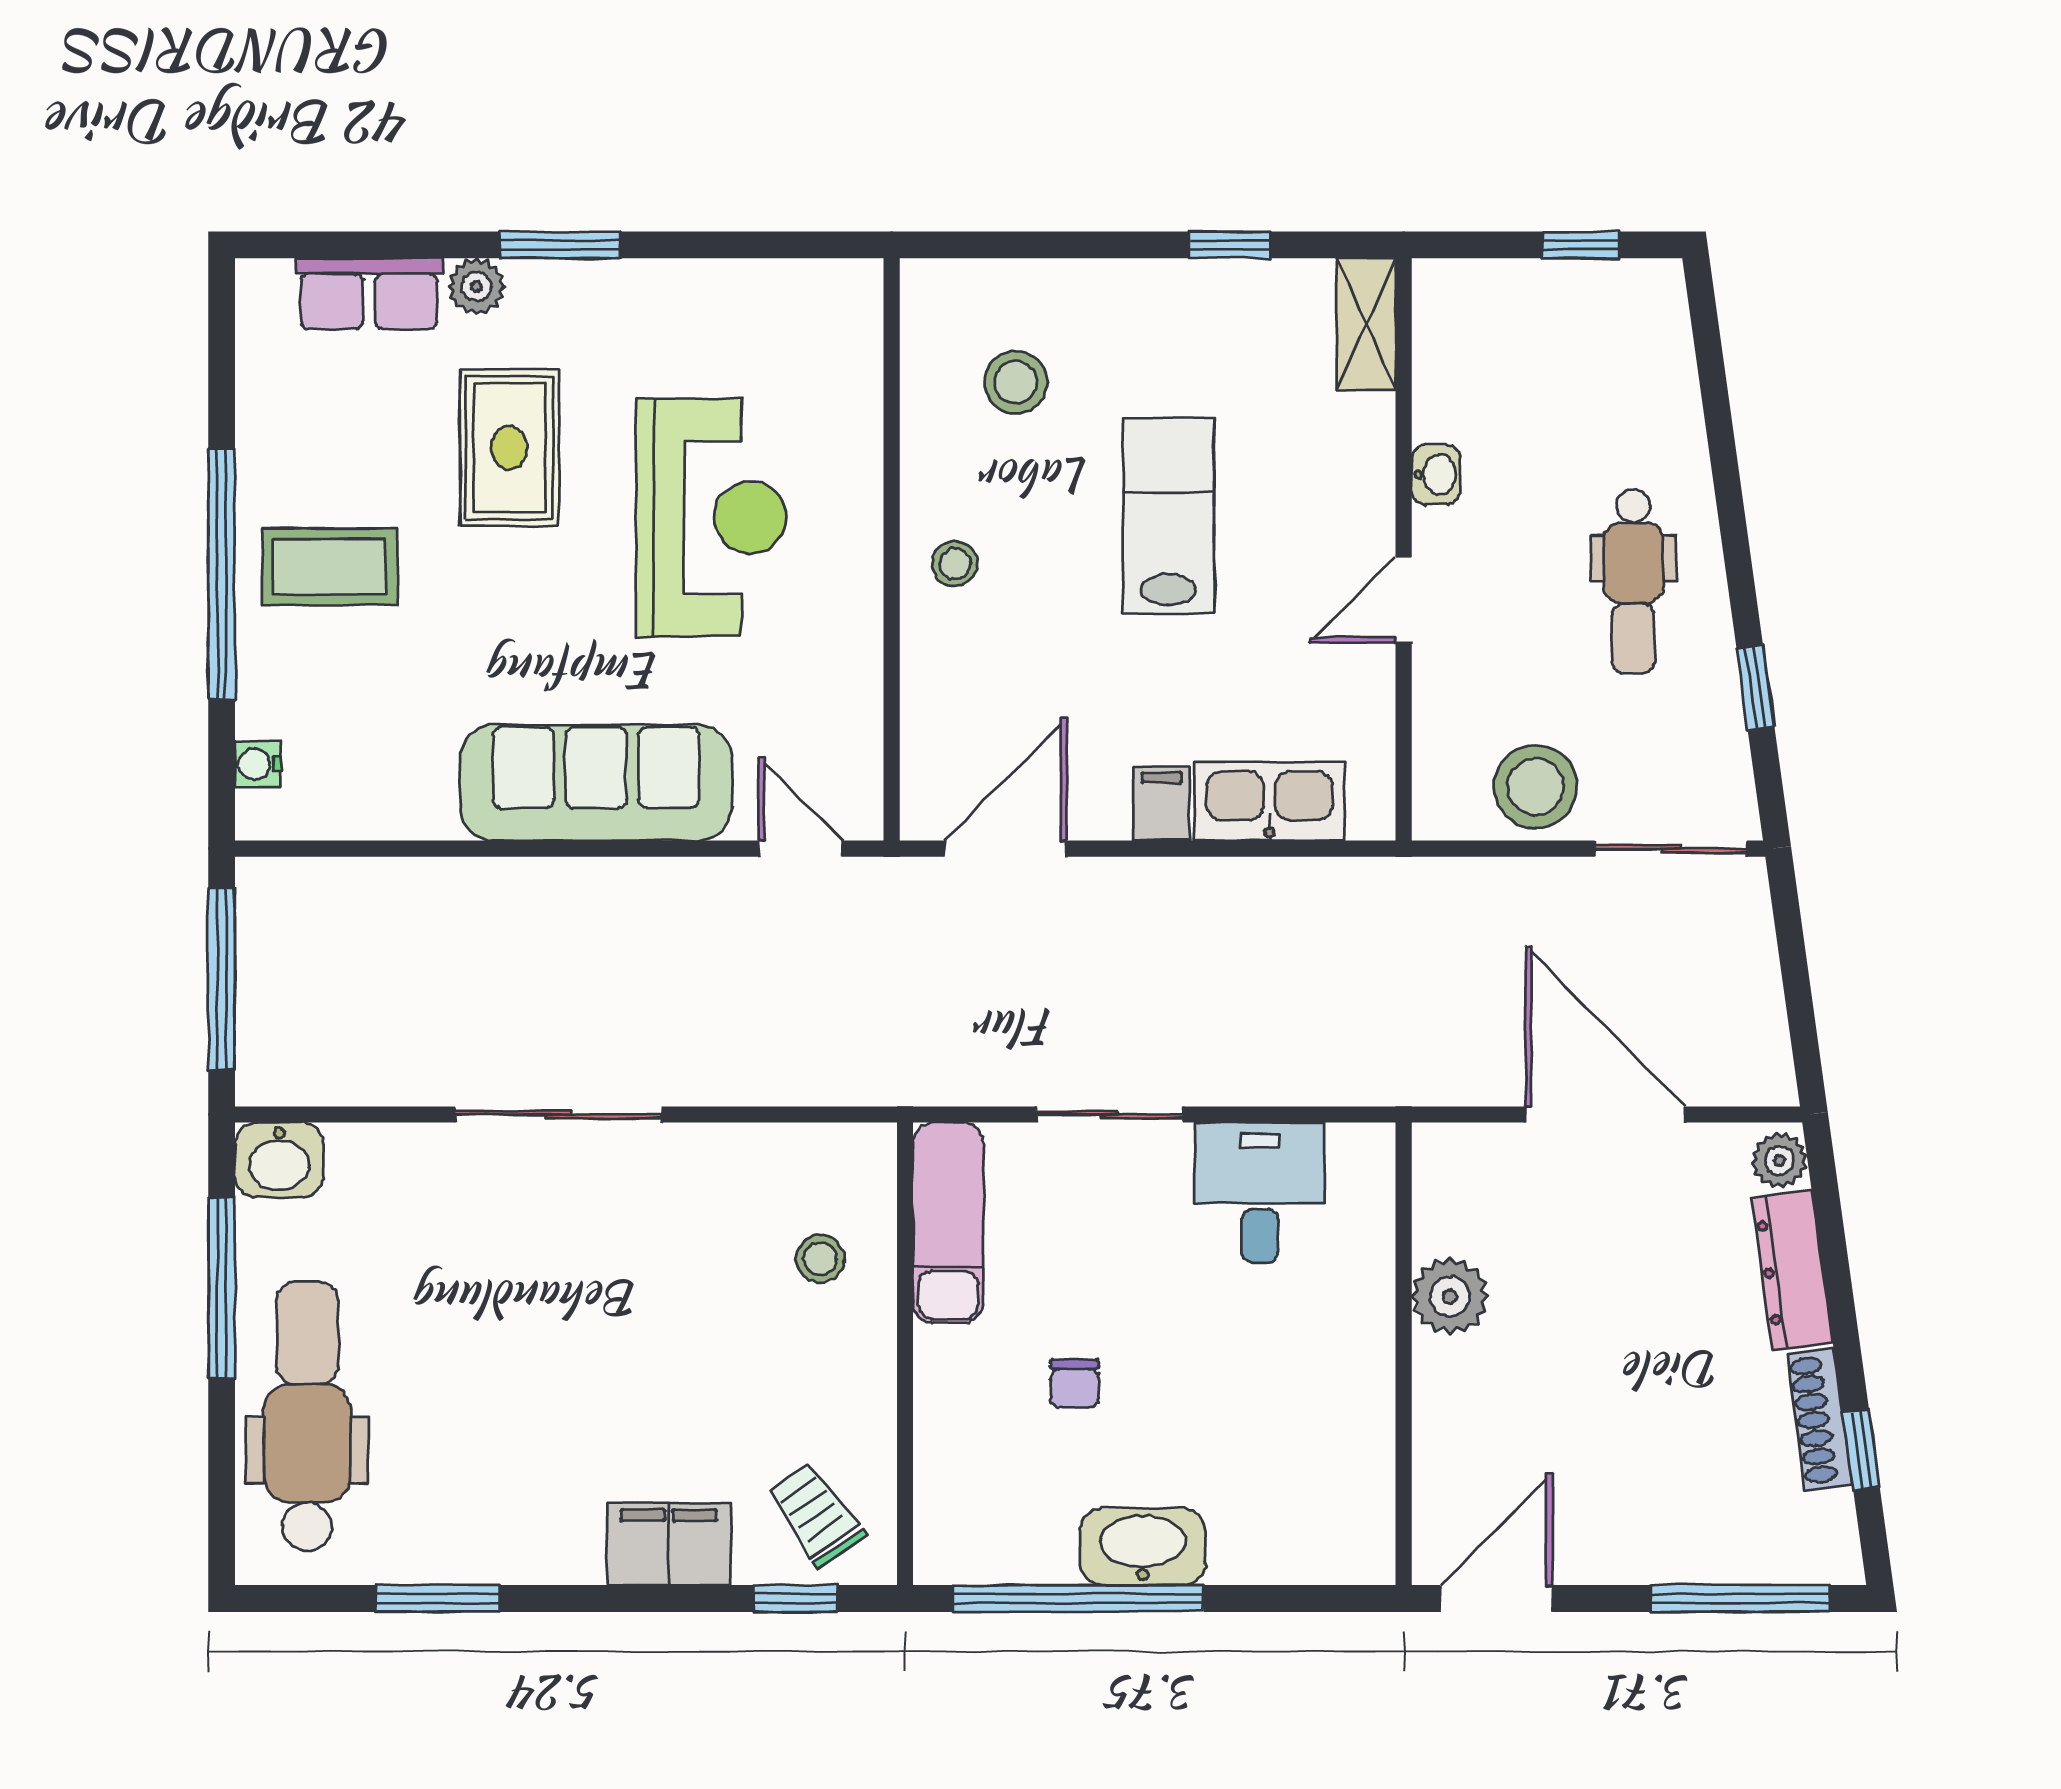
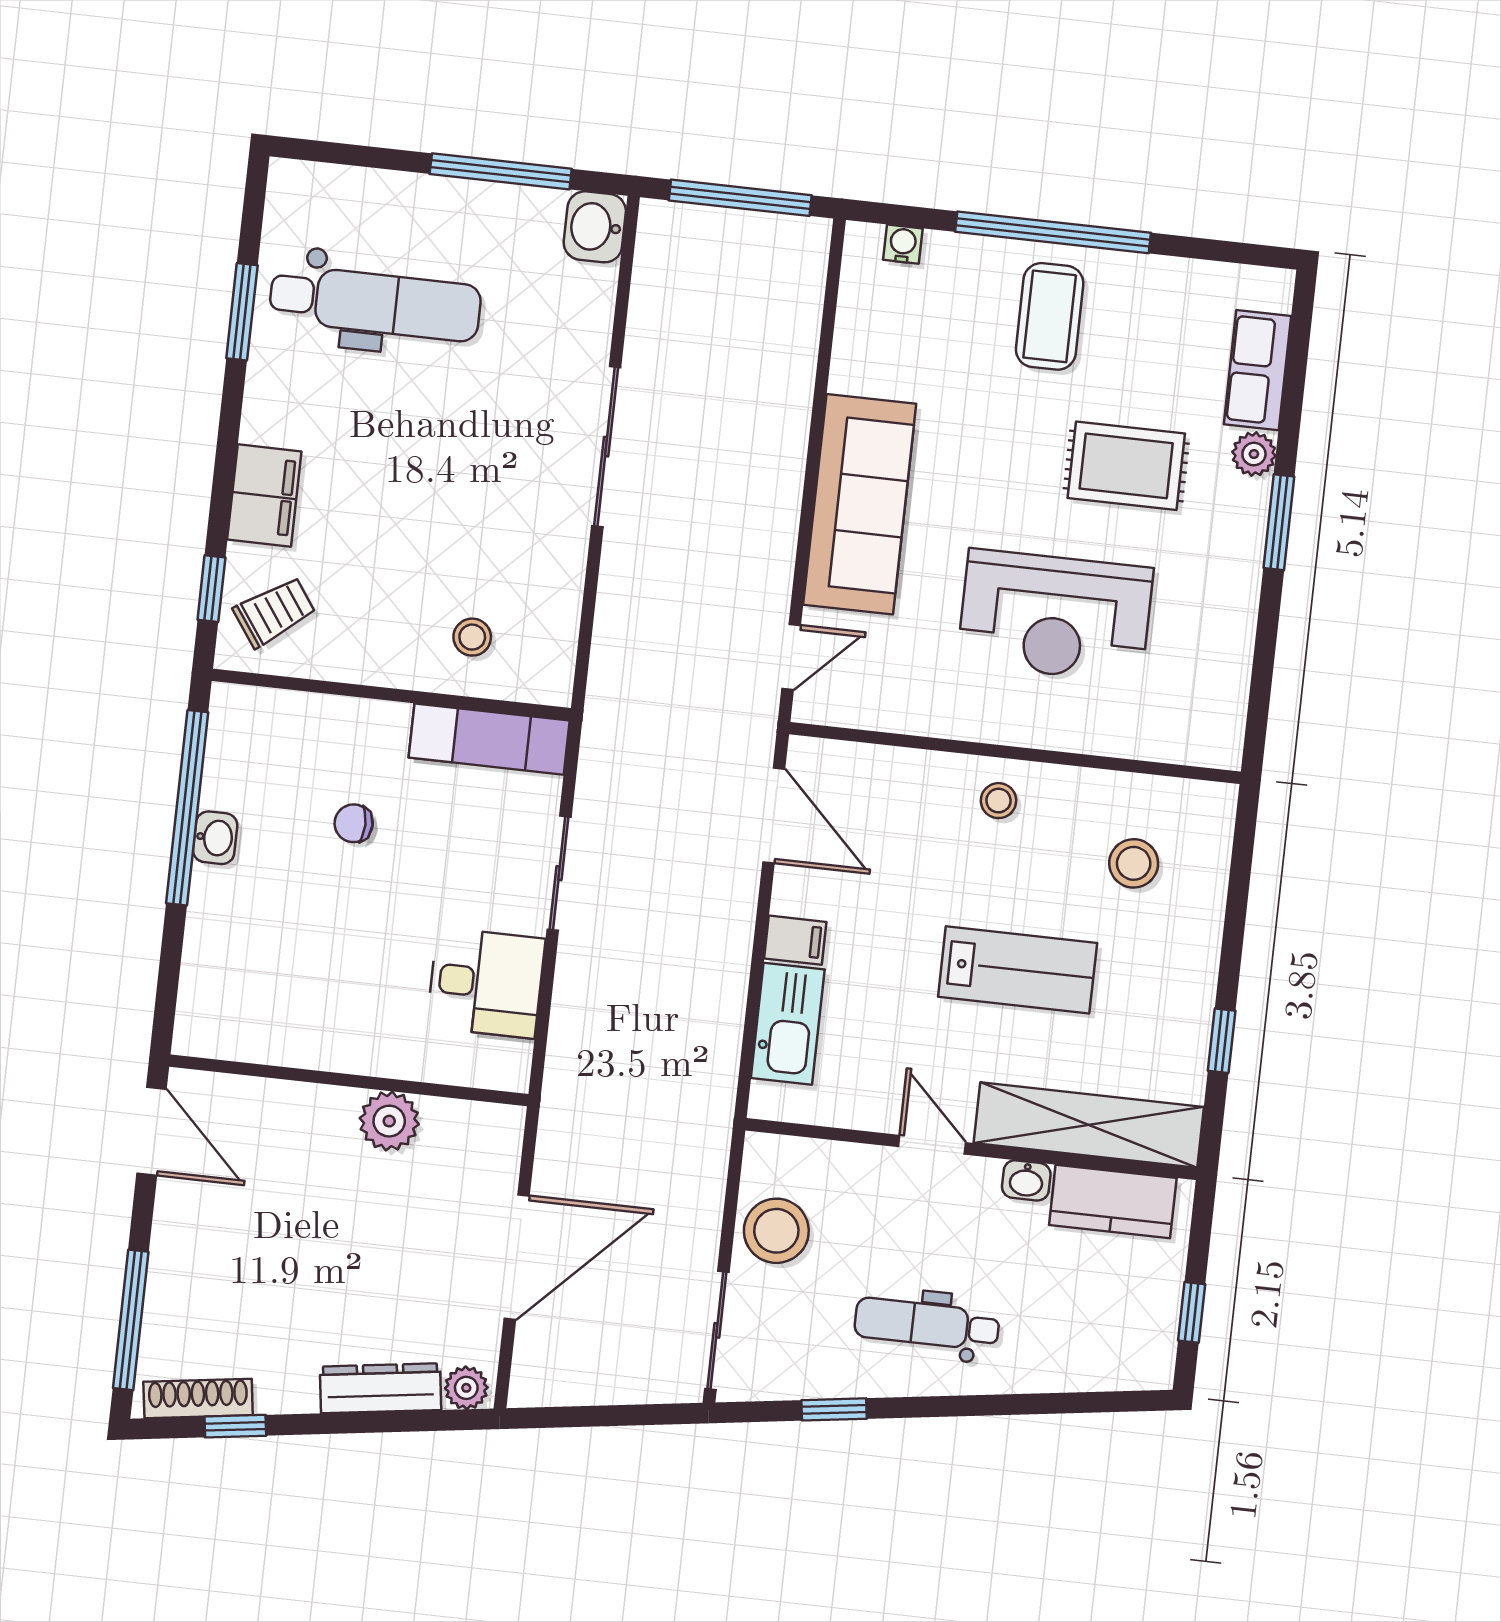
shelving: (1366, 324) -> (1089, 1125), width x2.20, depth x1.33
kitchen counter: (1451, 361) -> (1113, 1202), added
dental chair: (307, 1416) -> (375, 303), moved
shoe rack: (1820, 1419) -> (198, 1398), moved
washbasin: (1143, 1547) -> (215, 838), width x0.52, depth x0.69

